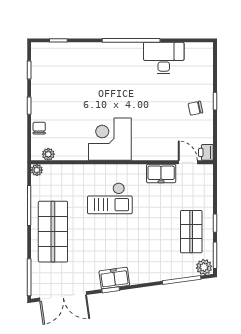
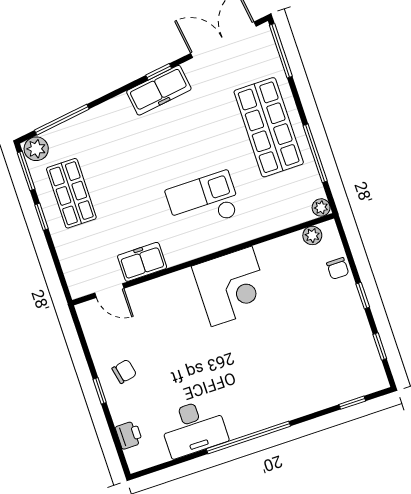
printer: (206, 152) -> (129, 435), moved
freezer: (114, 278) -> (159, 90), width x1.40

